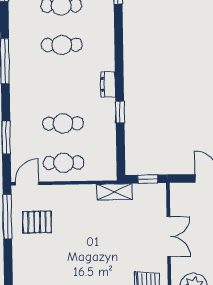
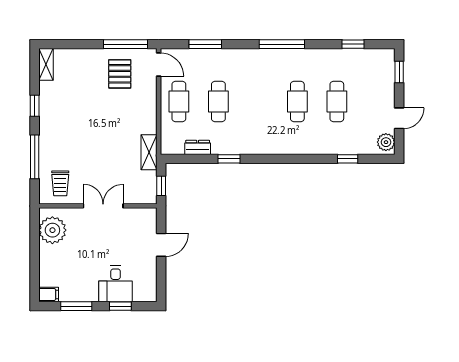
dresser: (108, 84) -> (198, 147), moved
double door: (169, 237) -> (103, 206), swing flipped

